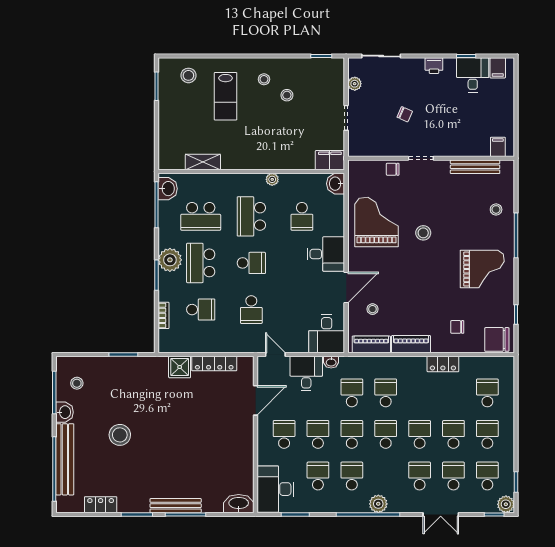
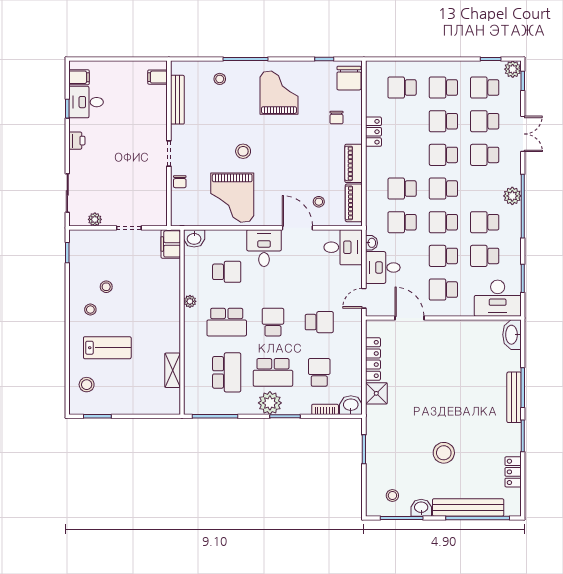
chair: (405, 114) -> (125, 170), removed
washbasin: (168, 189) -> (351, 405), moved
grand piano: (377, 222) -> (232, 198), turned -90

